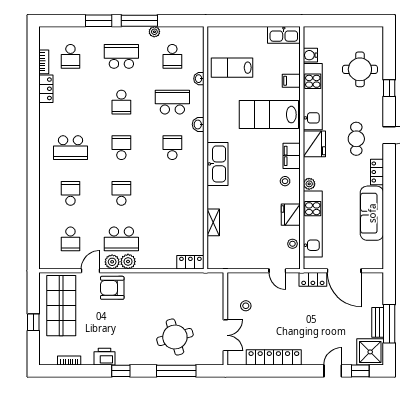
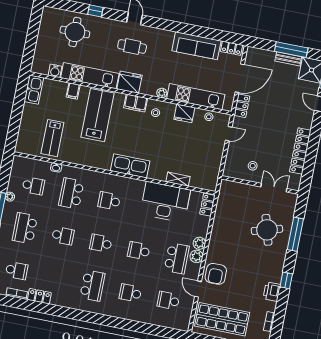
lab bench: (269, 115) -> (98, 115), turned 180
washbasin: (198, 124) -> (94, 176), removed
locker: (377, 172) -> (232, 48), moved
desk: (184, 213) -> (165, 202), added
school desk: (70, 239) -> (168, 301), turned 180
plant: (112, 262) -> (199, 243), moved

